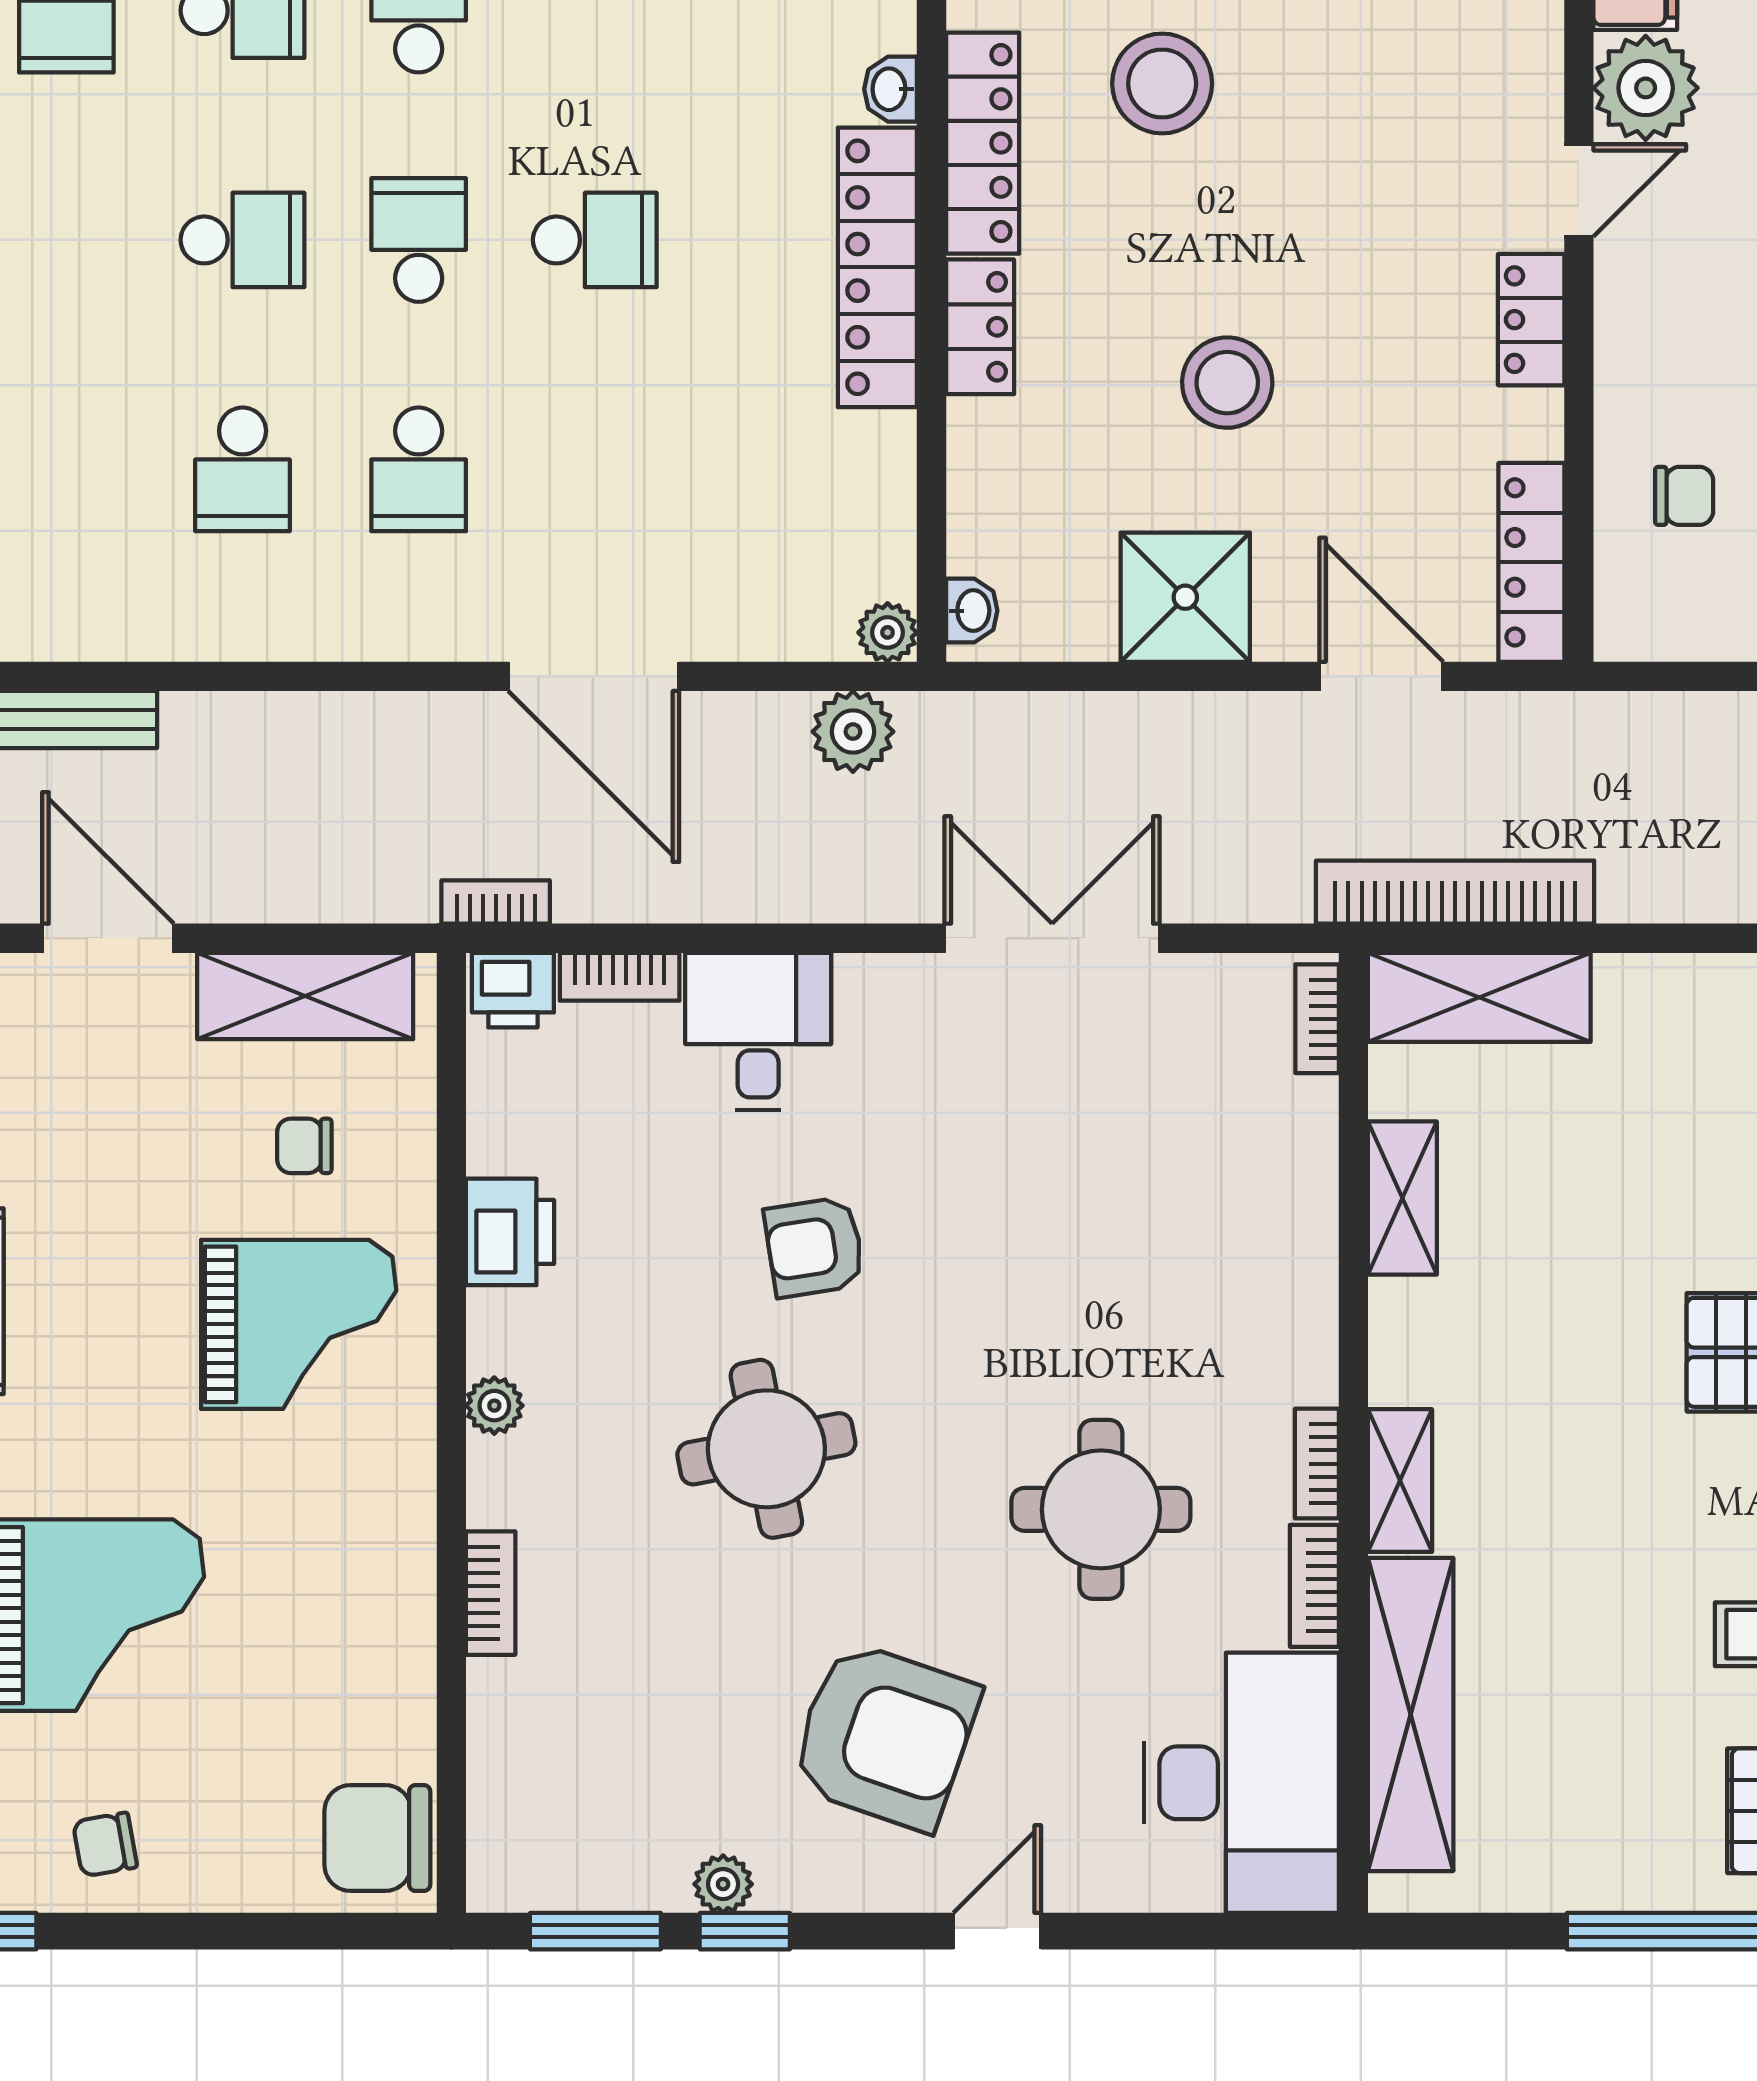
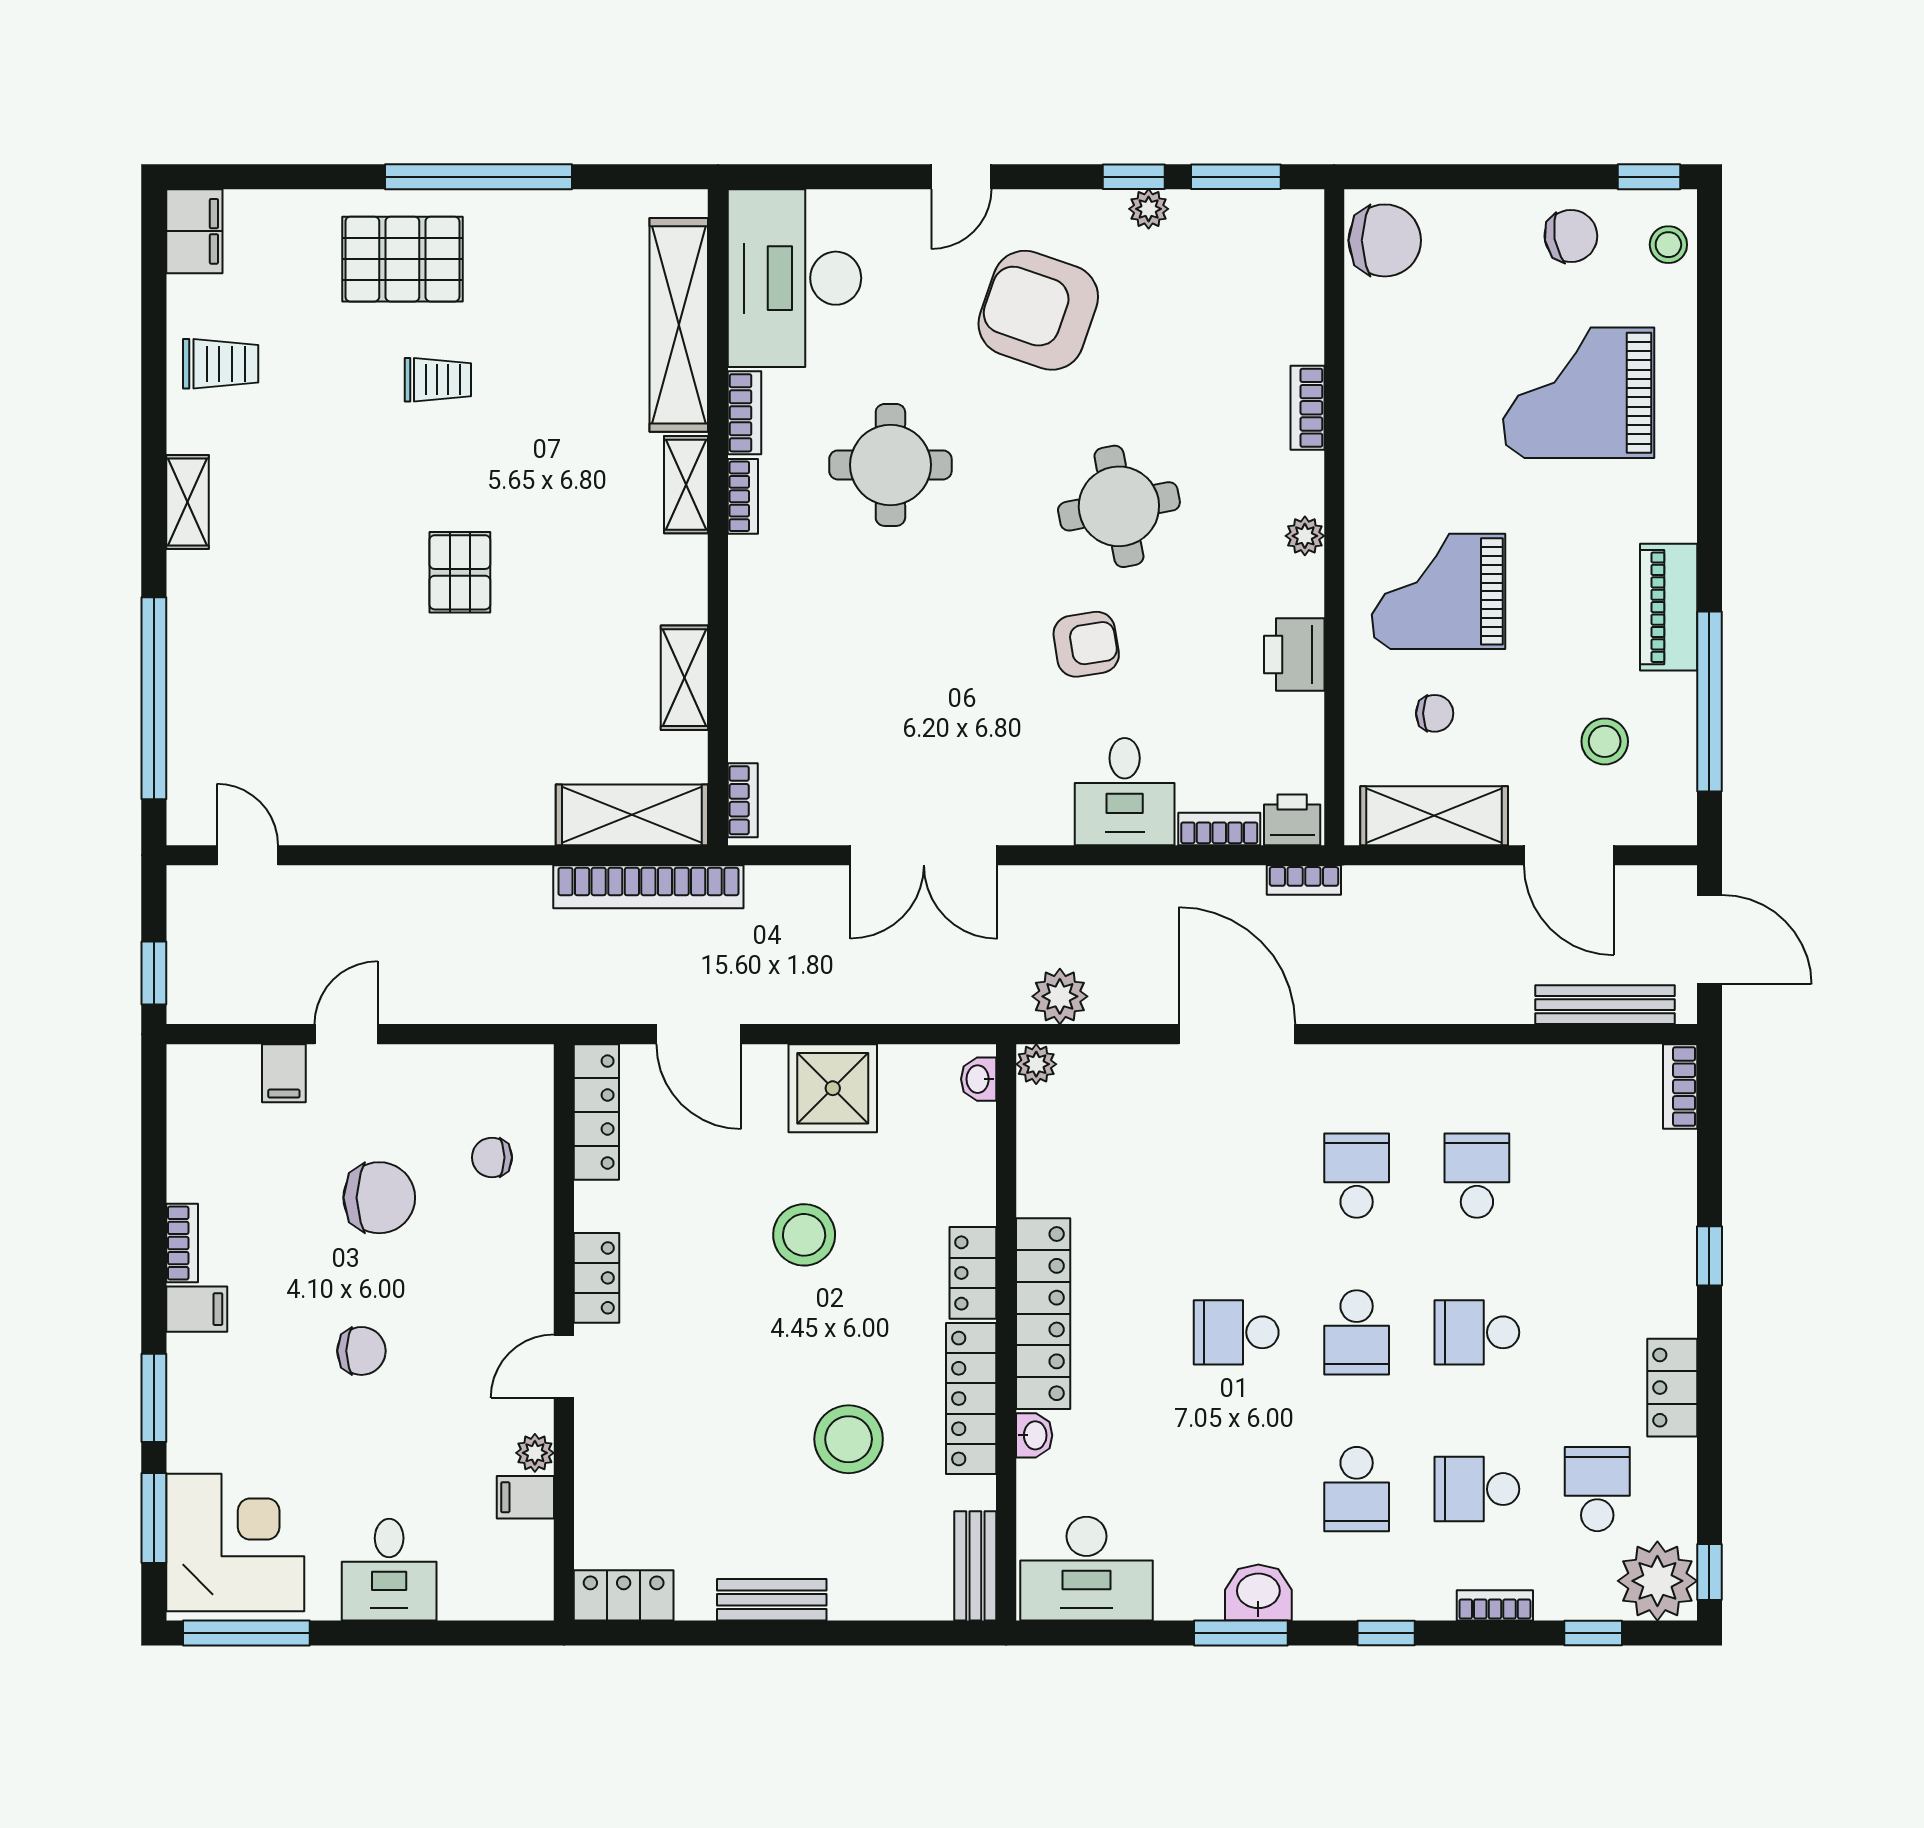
plant: (1646, 88) -> (535, 1453), width x0.53, depth x0.53
stool: (56, 1105) -> (1605, 741), added
chair: (105, 1844) -> (1571, 236), width x1.37, depth x1.37

